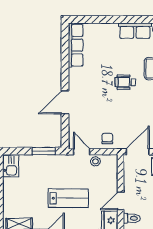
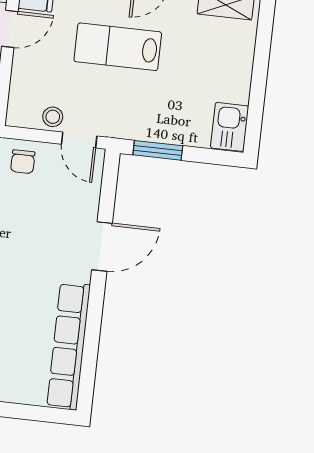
row of seats: (76, 45) -> (69, 346), width x1.36

